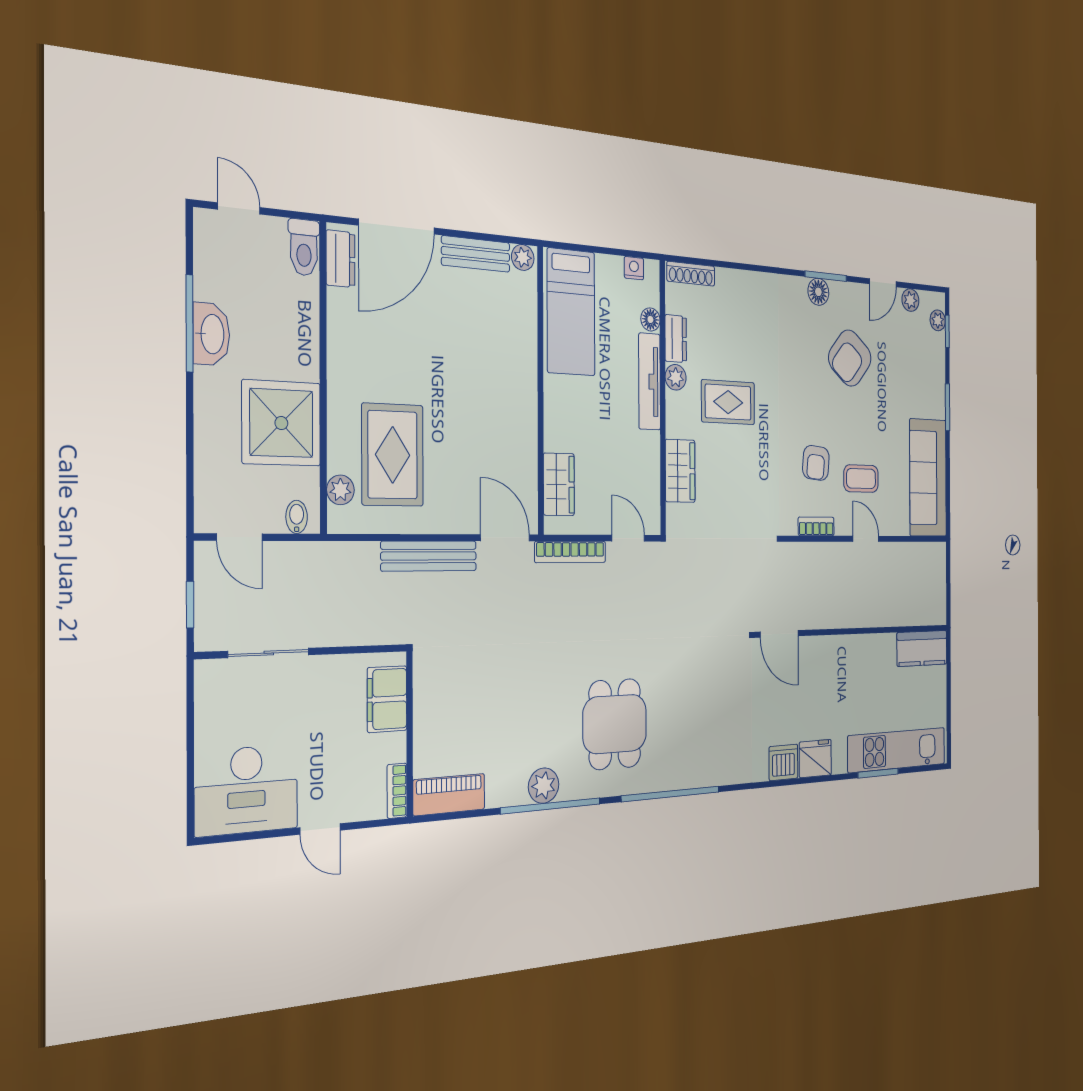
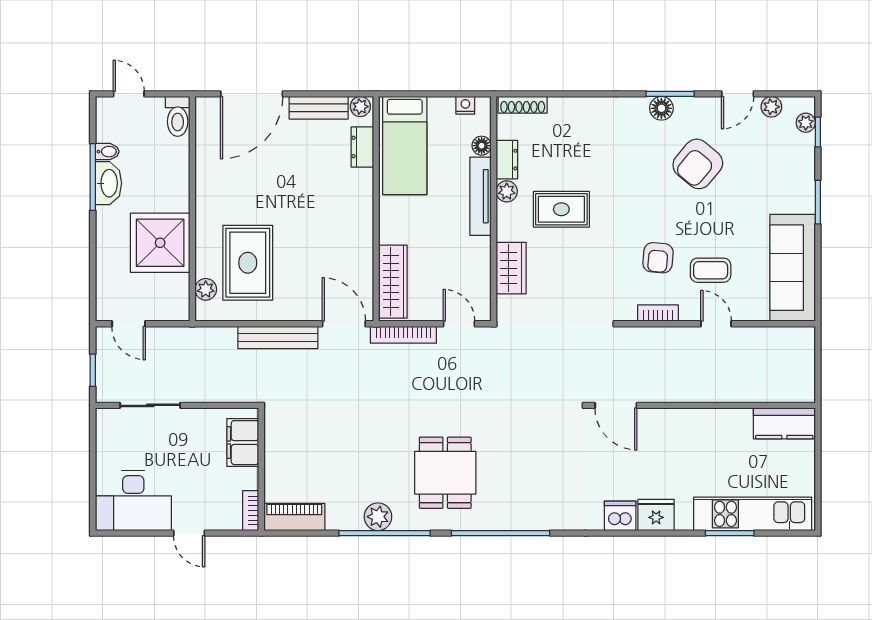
dresser: (340, 259) -> (362, 147), moved, turned 180
wardrobe: (559, 484) -> (393, 282), width x1.50
bidet: (297, 517) -> (107, 152), moved, turned 90

